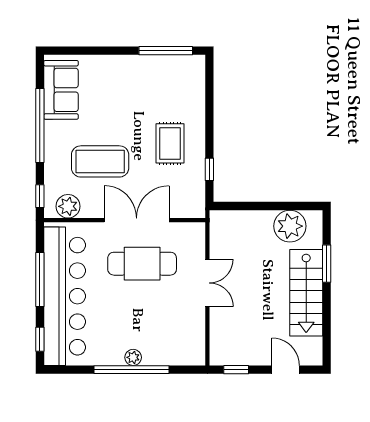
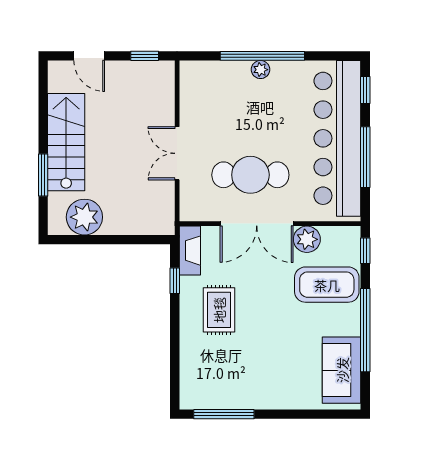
coffee table: (100, 161) -> (327, 285), moved
fireplace: (196, 196) -> (190, 251), added
plant: (68, 206) -> (307, 239), moved

